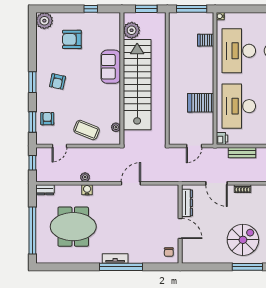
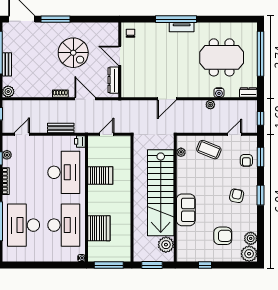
plant: (43, 37) -> (251, 238), added
server rack: (206, 40) -> (99, 228), width x2.18, depth x1.44
water cooler: (87, 190) -> (219, 93), moved
spiral stairs: (243, 240) -> (73, 53), moved, turned -90

